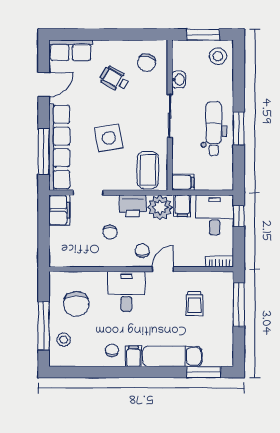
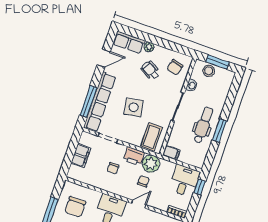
plant: (101, 47) -> (149, 47), added
stool: (218, 56) -> (209, 71), moved
filing cabinet: (182, 206) -> (166, 168), removed
filing cabinet: (59, 210) -> (81, 156), moved
chair: (142, 251) -> (143, 181), moved

